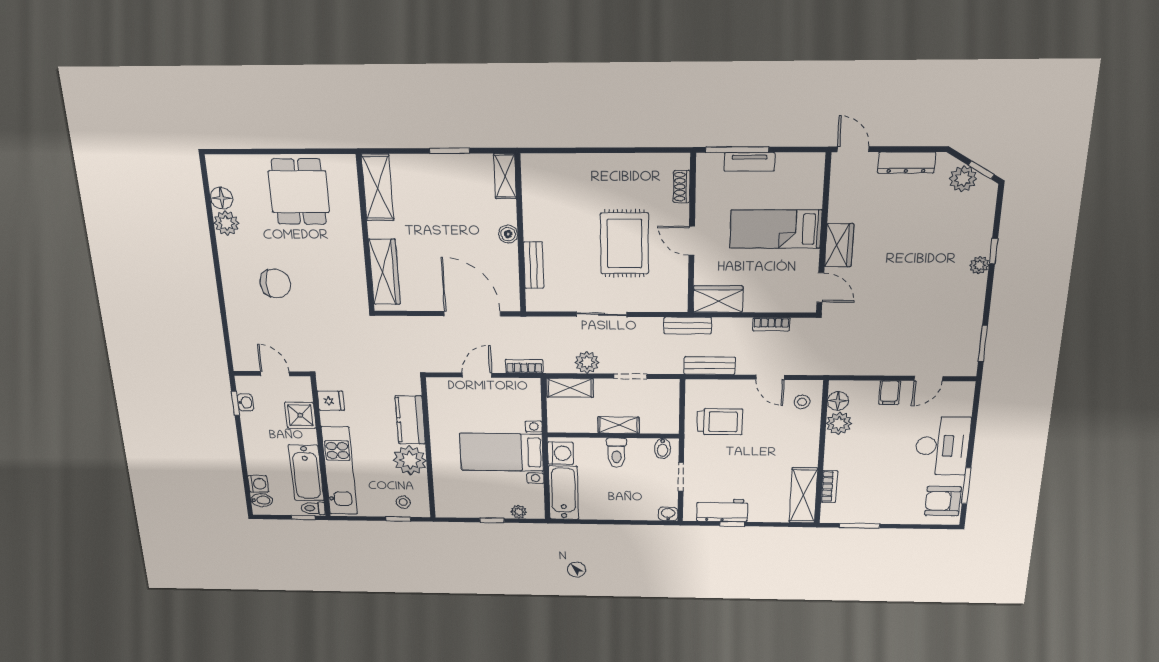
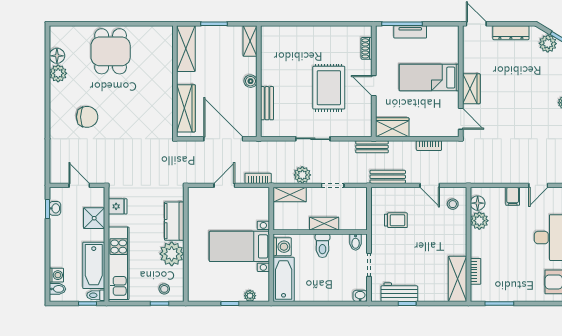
shelving: (378, 188) -> (186, 49), moved
wall: (365, 234) -> (175, 81), moved
wardrobe: (384, 272) -> (186, 108), moved
trolley: (720, 422) -> (396, 220), width x0.73, depth x0.72

